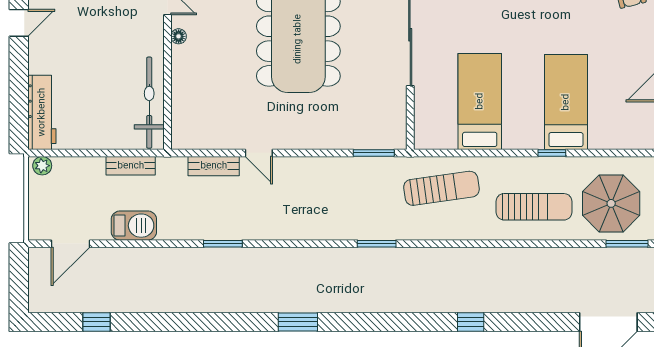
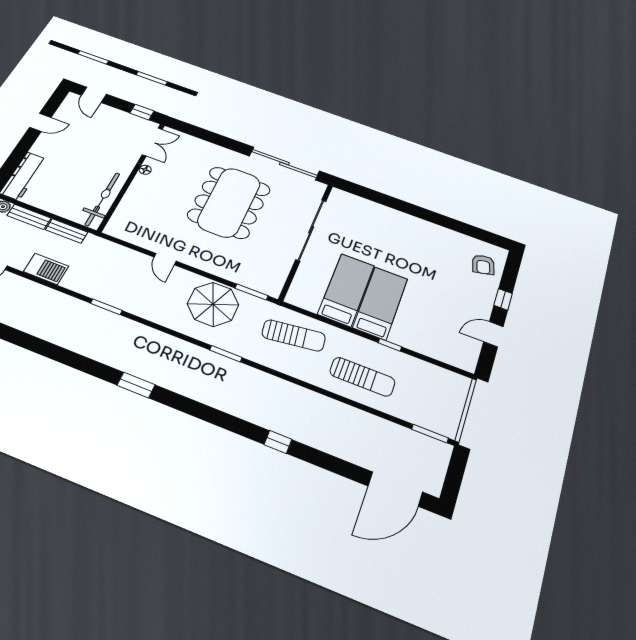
bed: (566, 102) -> (380, 303), moved
bench: (214, 166) -> (29, 217), moved
parasol: (611, 203) -> (213, 304), moved

